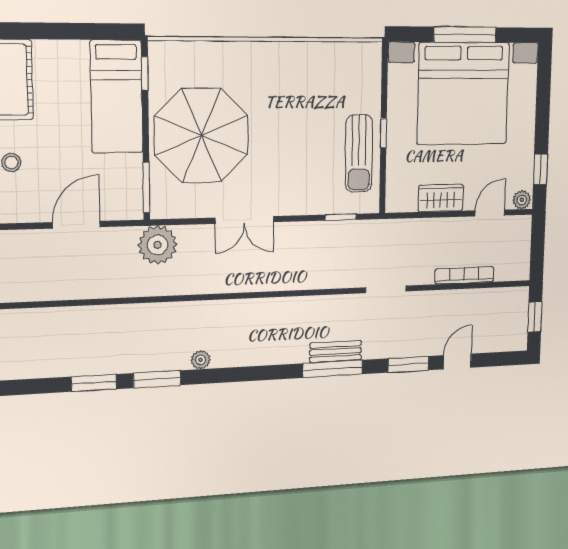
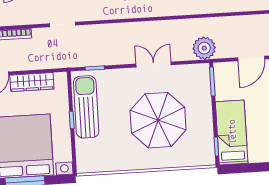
parasol: (201, 135) -> (158, 120), moved
sun lounger: (359, 154) -> (86, 107), width x1.36, depth x1.34
wardrobe: (441, 198) -> (32, 82), width x1.50

